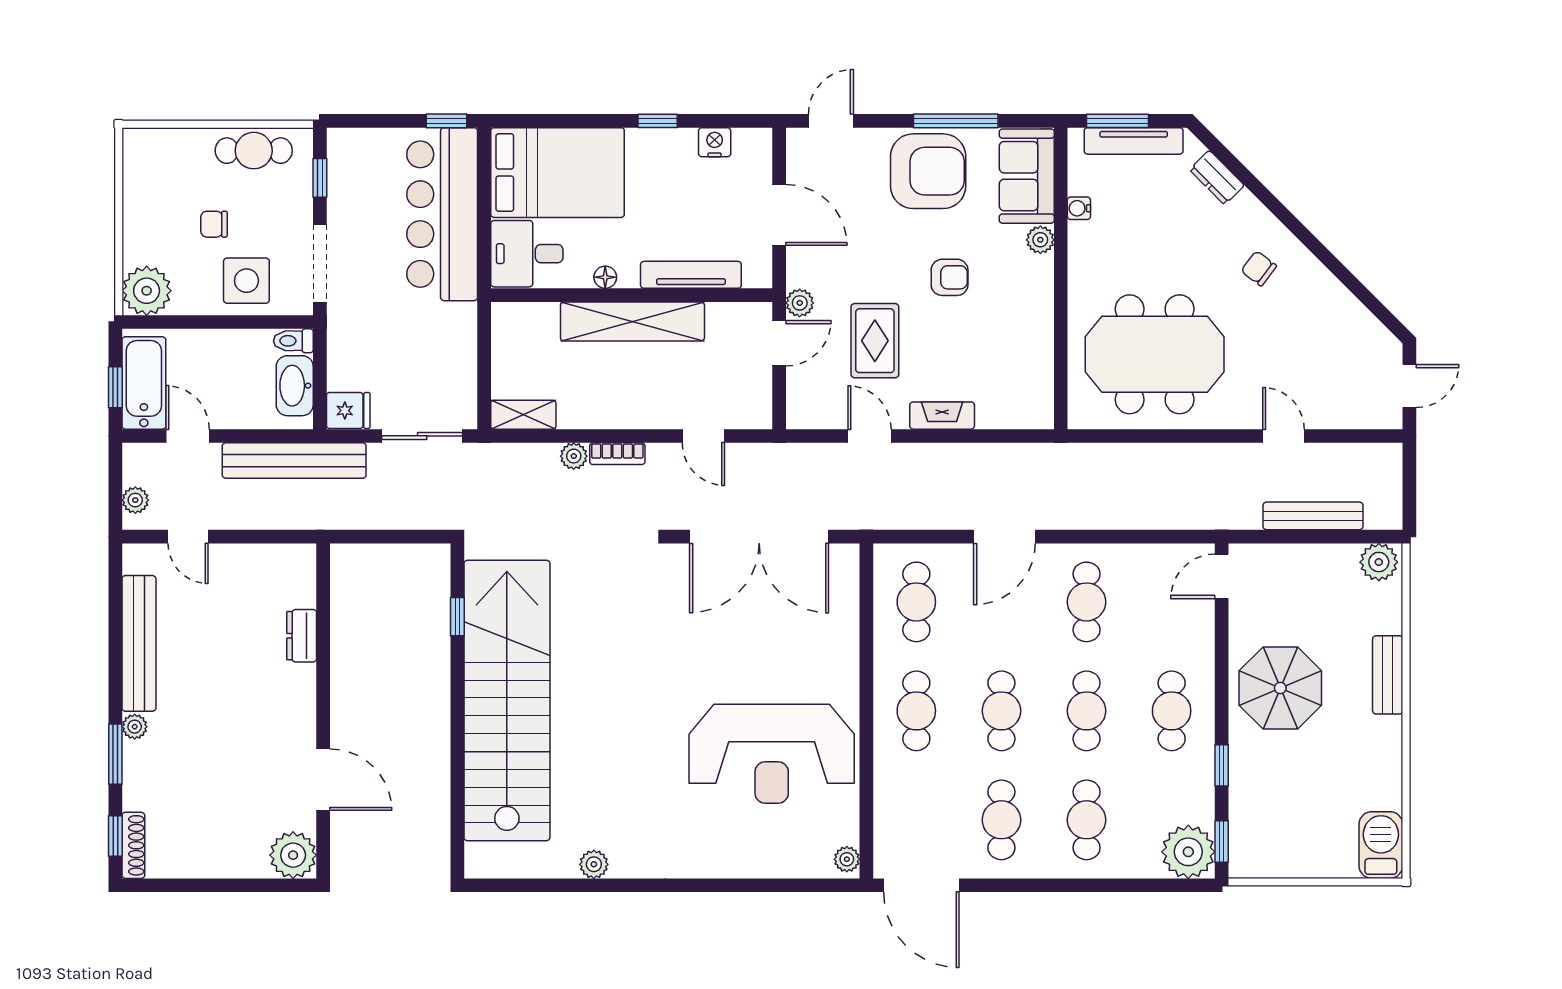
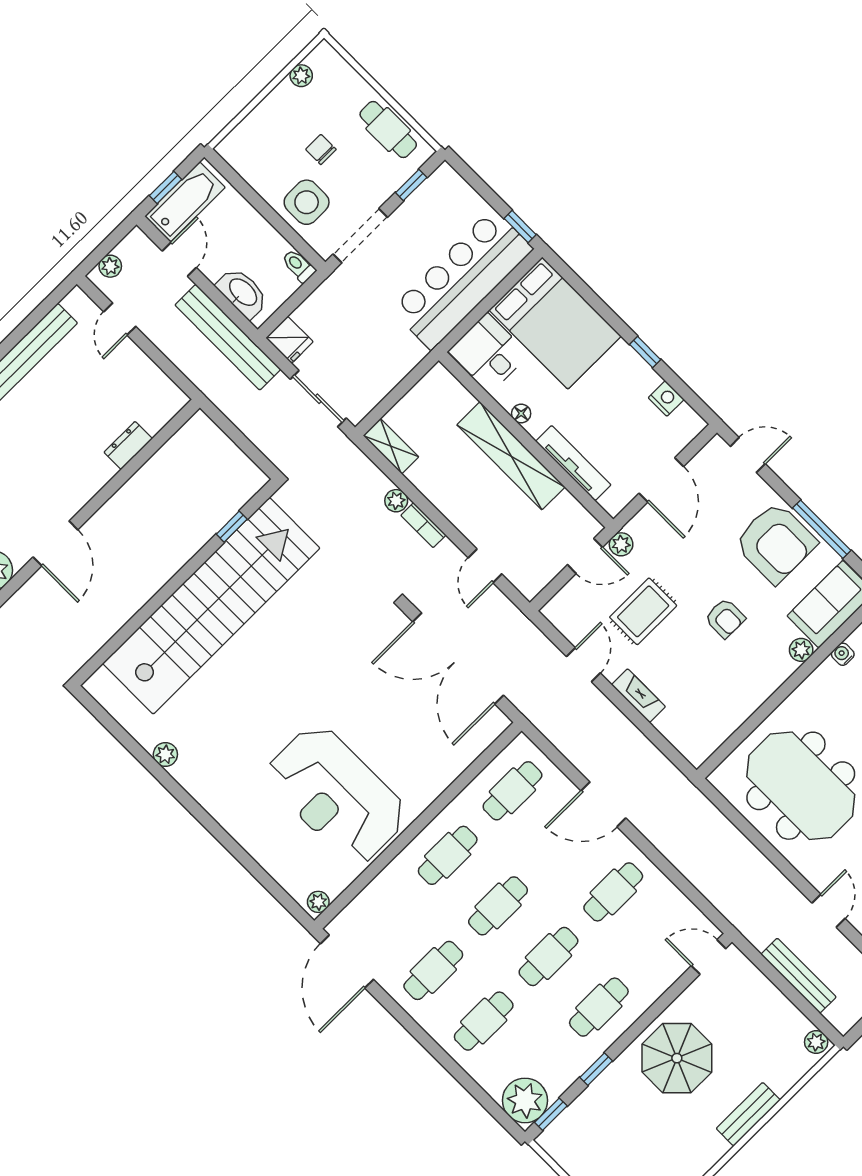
plant: (147, 291) -> (301, 76), moved, width x0.53, depth x0.53
washbasin: (295, 386) -> (242, 293), moved, turned 90
plant: (1379, 562) -> (816, 1042), width x0.73, depth x0.73

